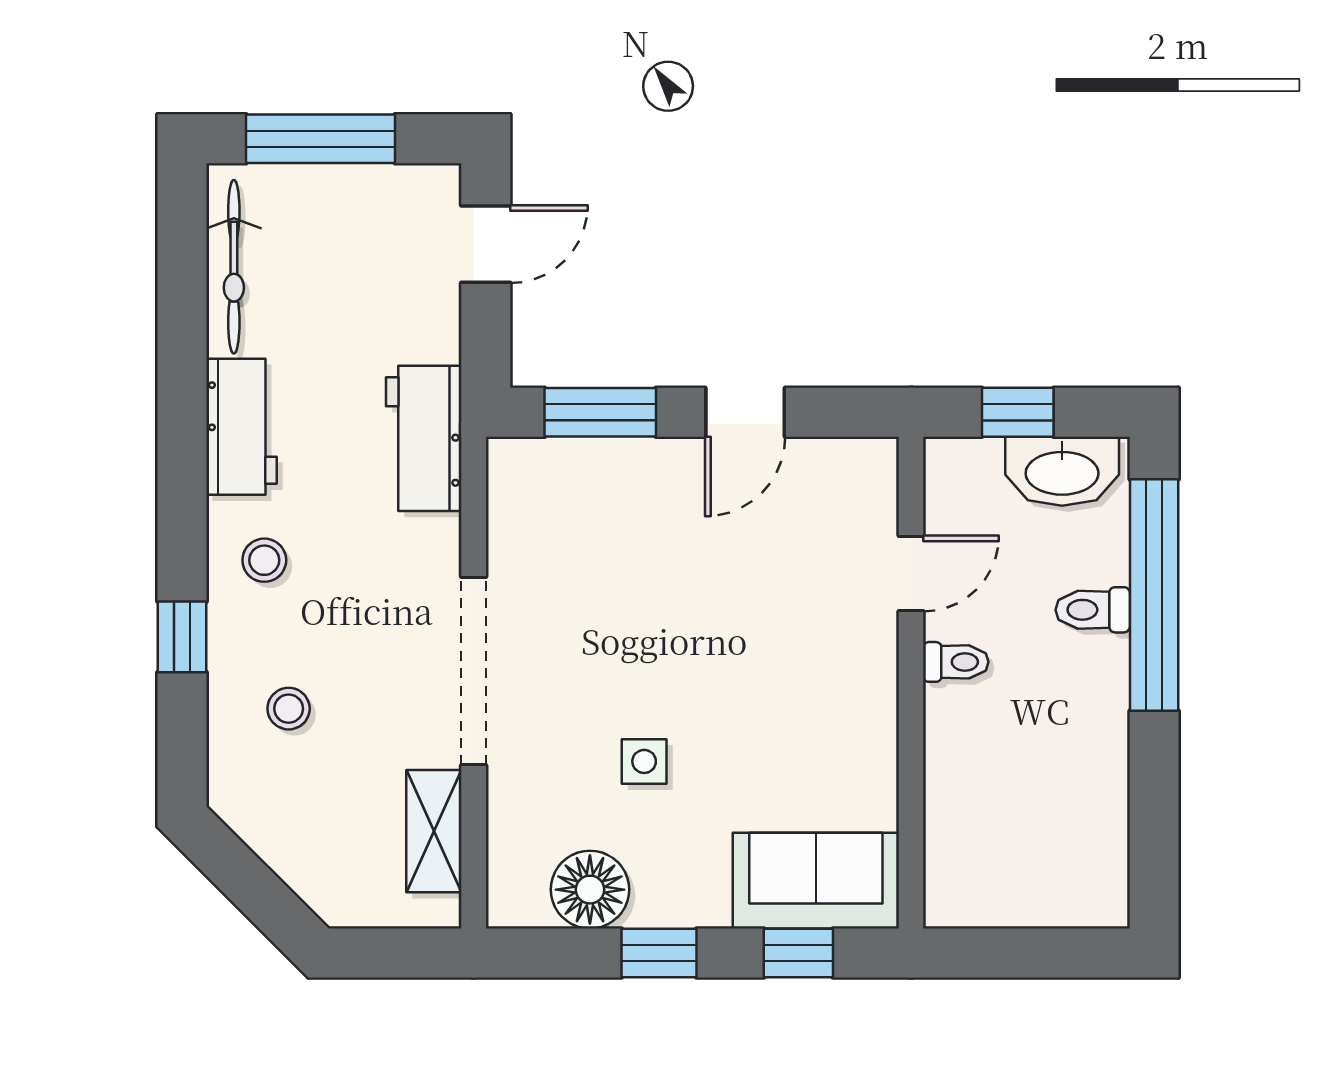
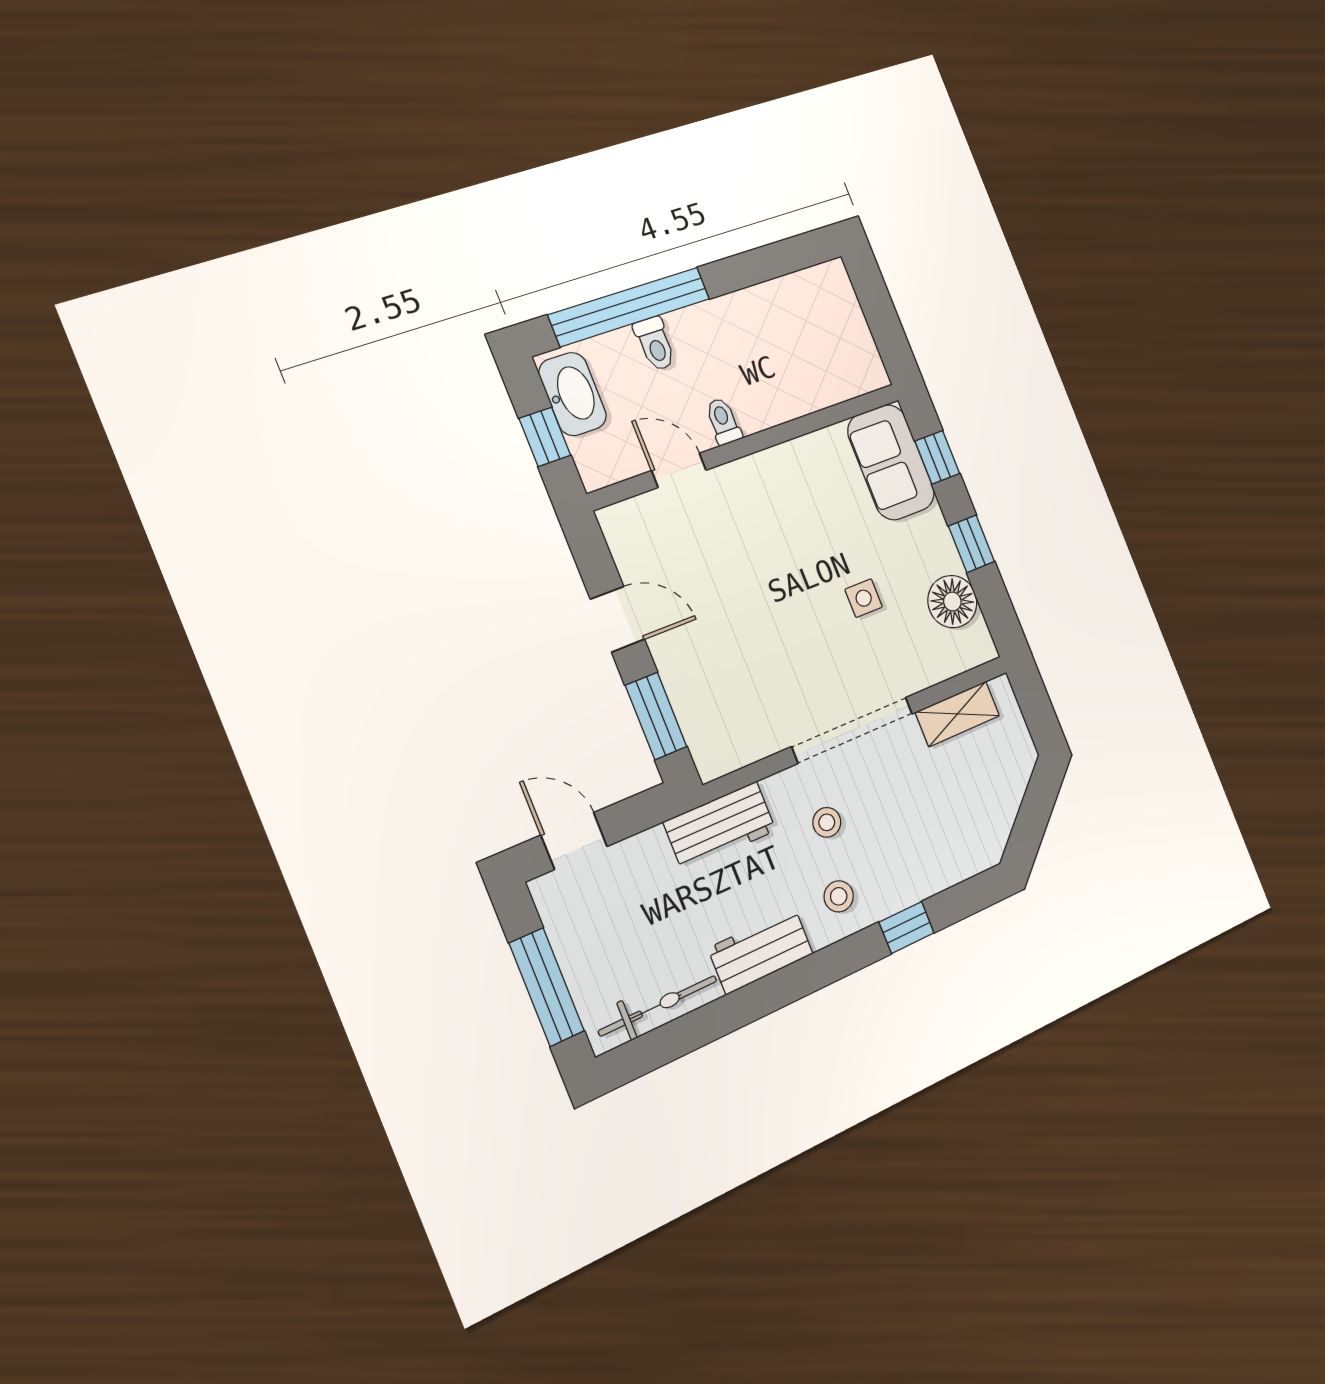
stool: (289, 709) -> (827, 822), moved

